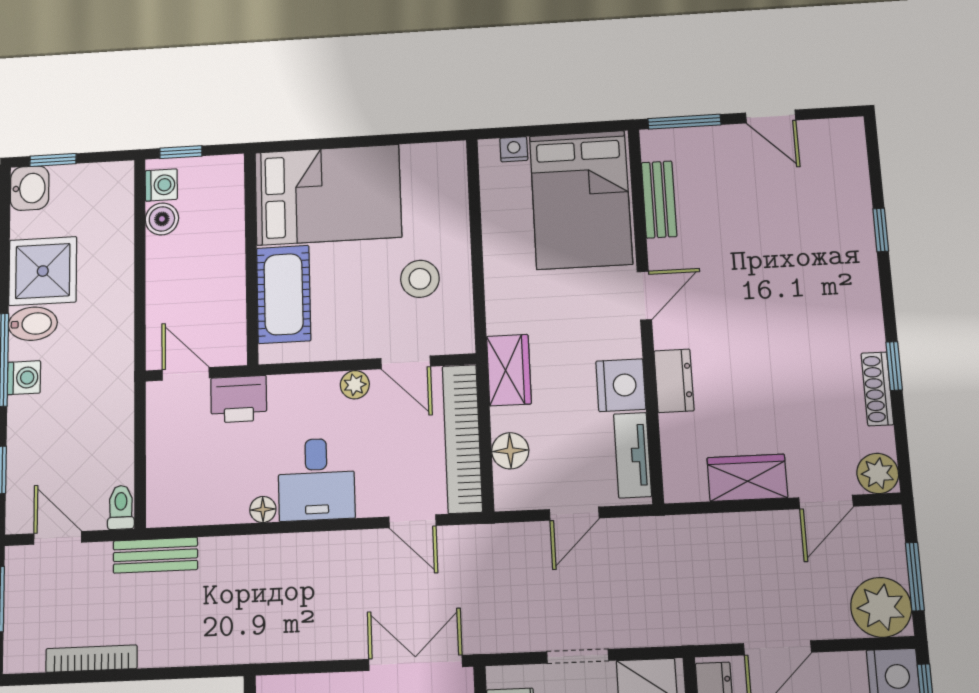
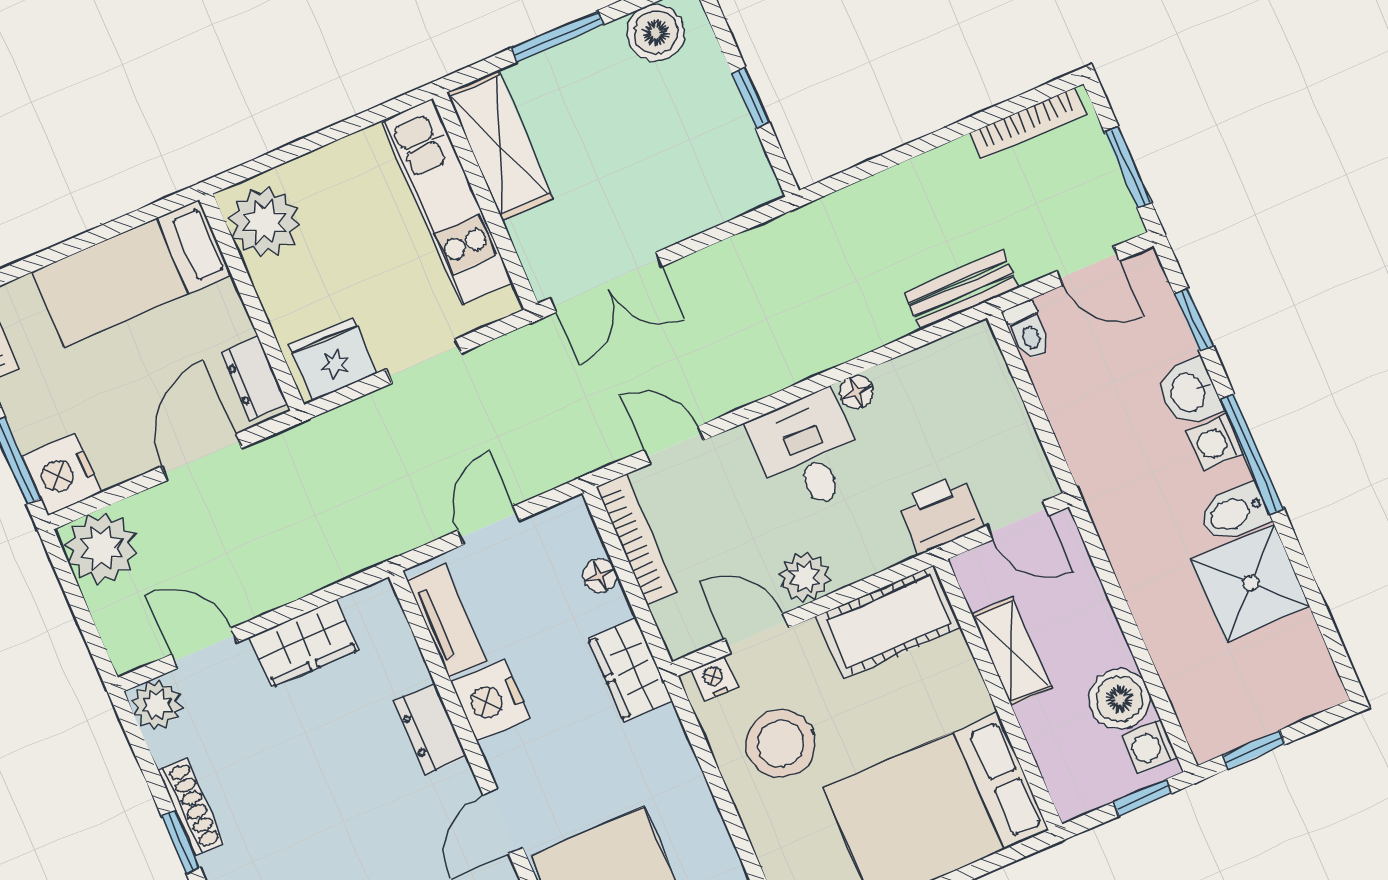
window: (53, 160) -> (1254, 750), moved
washbasin: (30, 188) -> (1189, 392), moved
boiler: (162, 219) -> (1120, 699), width x1.36, depth x1.36
stool: (420, 279) -> (781, 743), width x1.38, depth x1.38
shelving: (229, 284) -> (1012, 651), added
cot: (284, 294) -> (889, 622), moved, turned 90
nightstand: (450, 341) -> (714, 679), added
plant: (355, 385) -> (805, 577), width x1.38, depth x1.38
bookcase: (462, 439) -> (637, 539), width x0.68, depth x0.76
floor lamp: (510, 451) -> (600, 576), width x0.73, depth x0.73
door: (826, 502) -> (204, 648), hinge flipped
window: (915, 577) -> (75, 598), removed
bookcase: (91, 659) -> (1028, 124), moved

